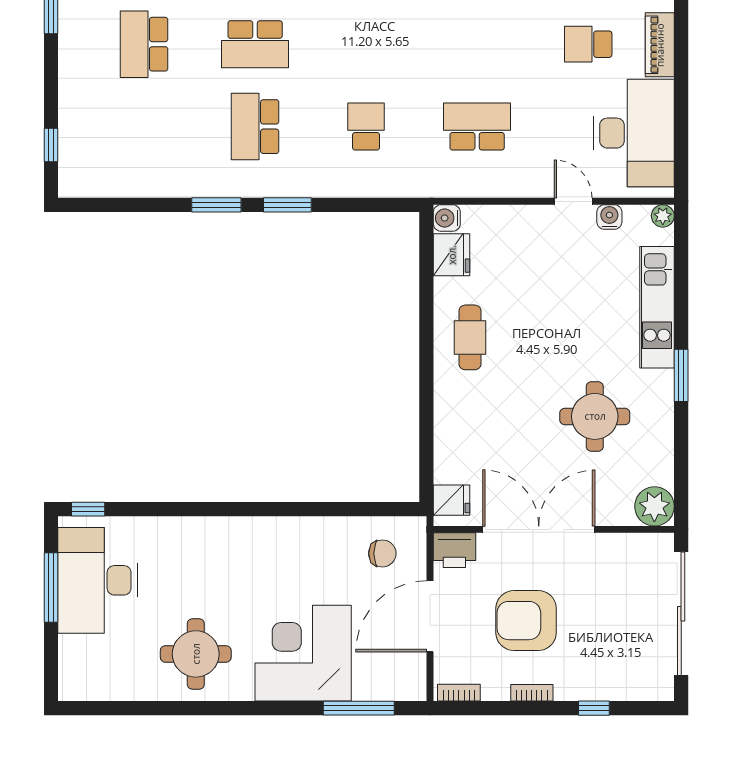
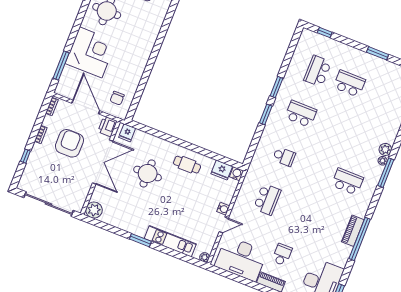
school desk: (255, 44) -> (318, 71), moved
water cooler: (609, 217) -> (223, 209), moved
round table: (595, 416) -> (148, 174), moved

